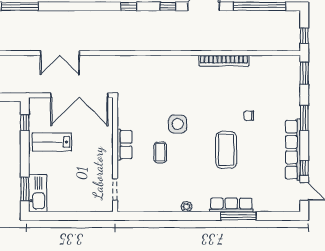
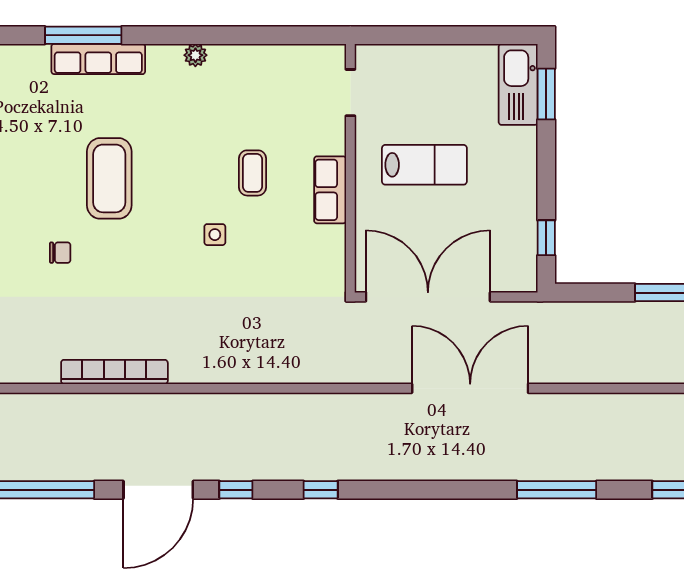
double door: (60, 53) -> (470, 388), width x1.36
side table: (178, 124) -> (215, 235), width x0.54, depth x0.54
lab bench: (52, 142) -> (424, 165), moved

